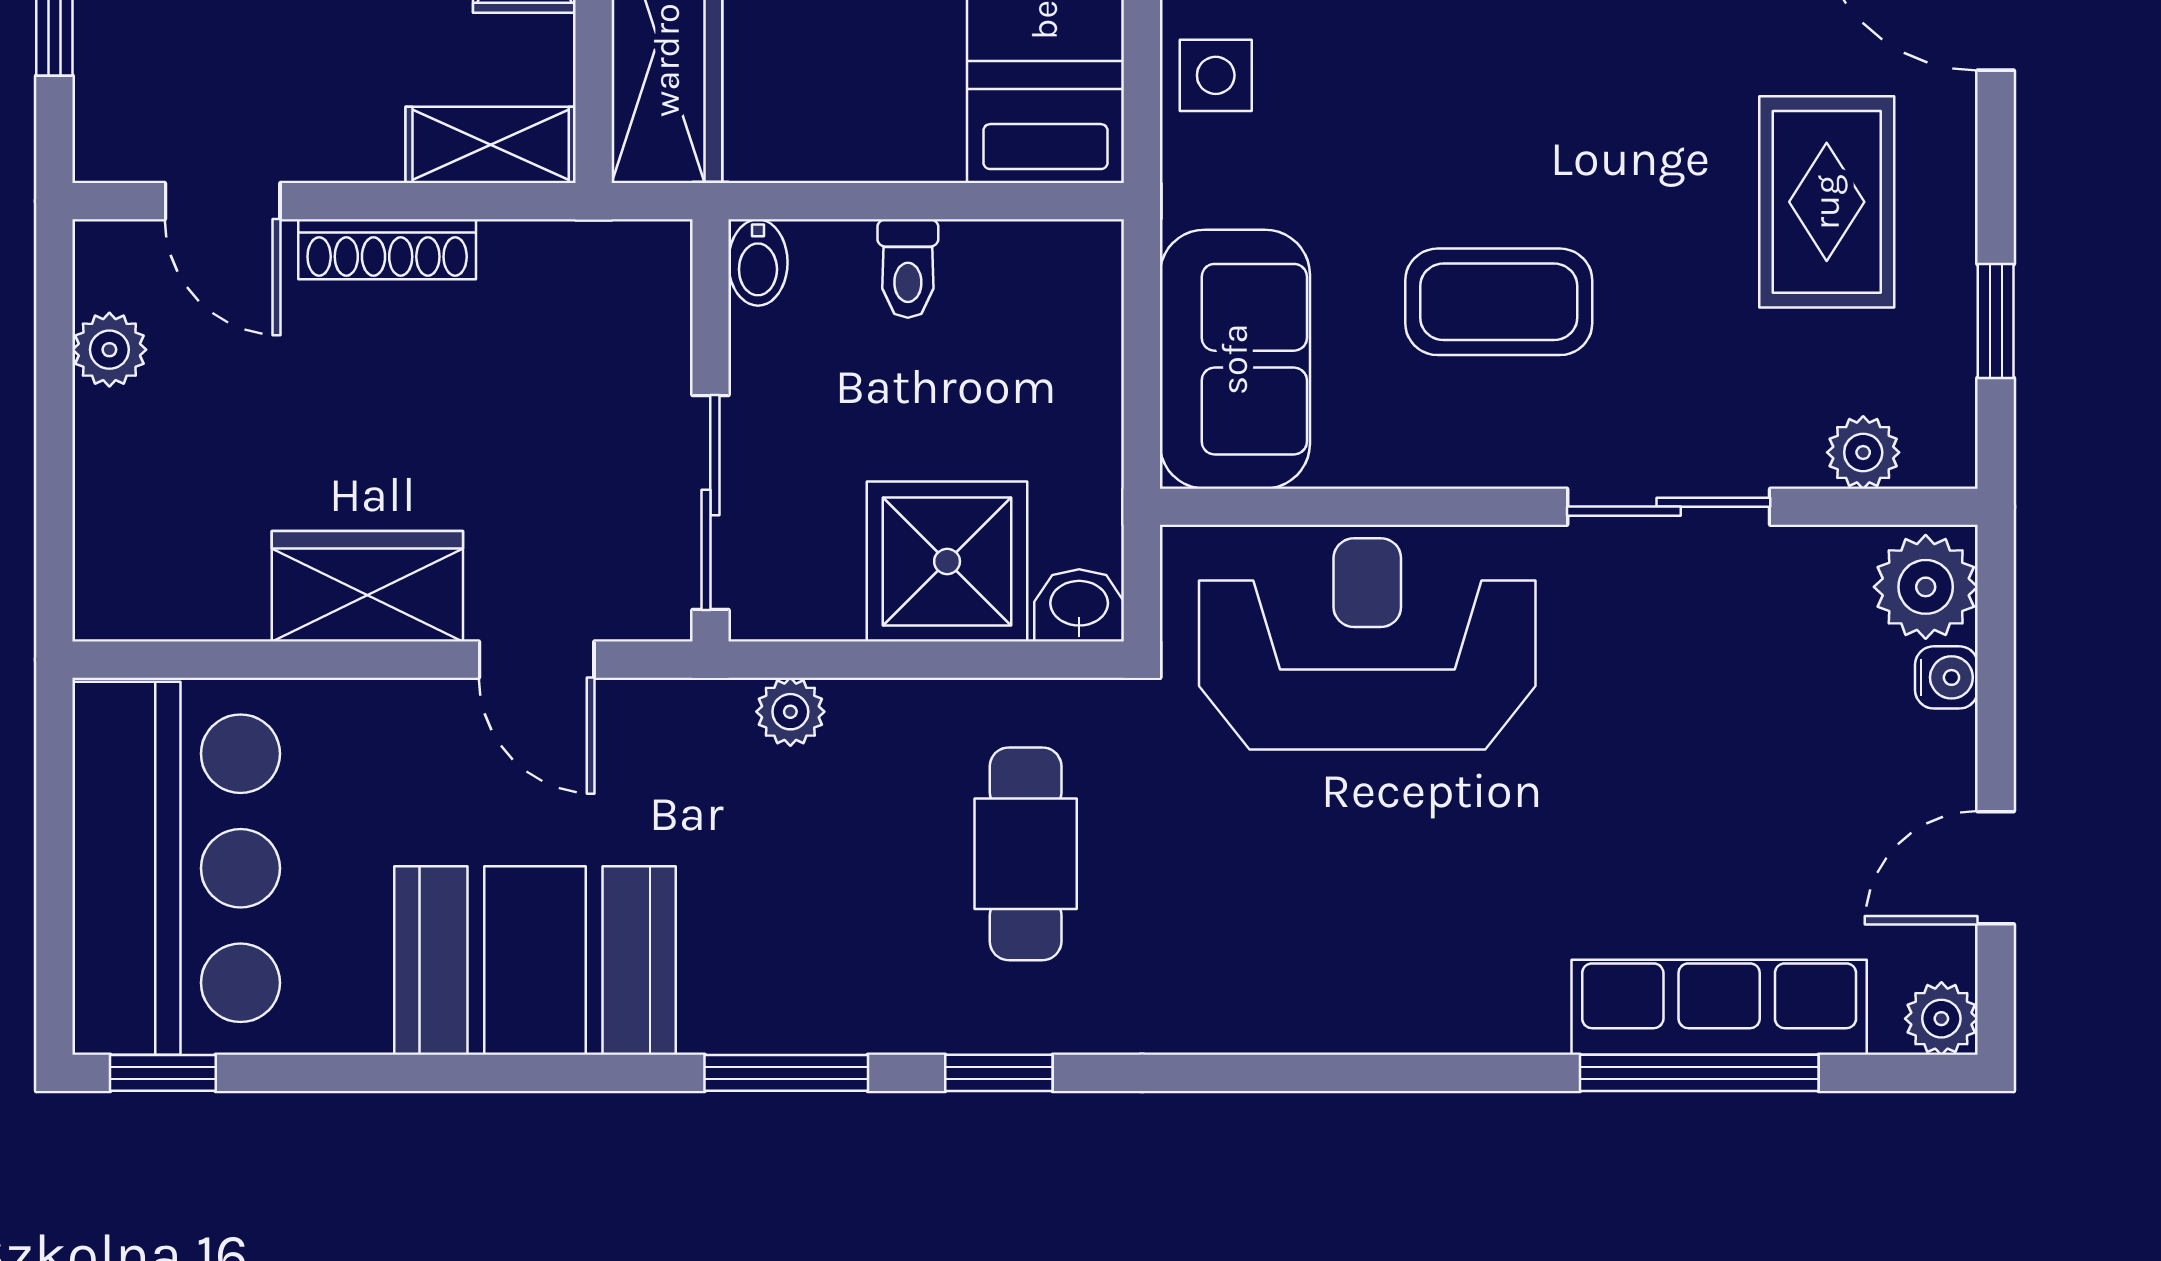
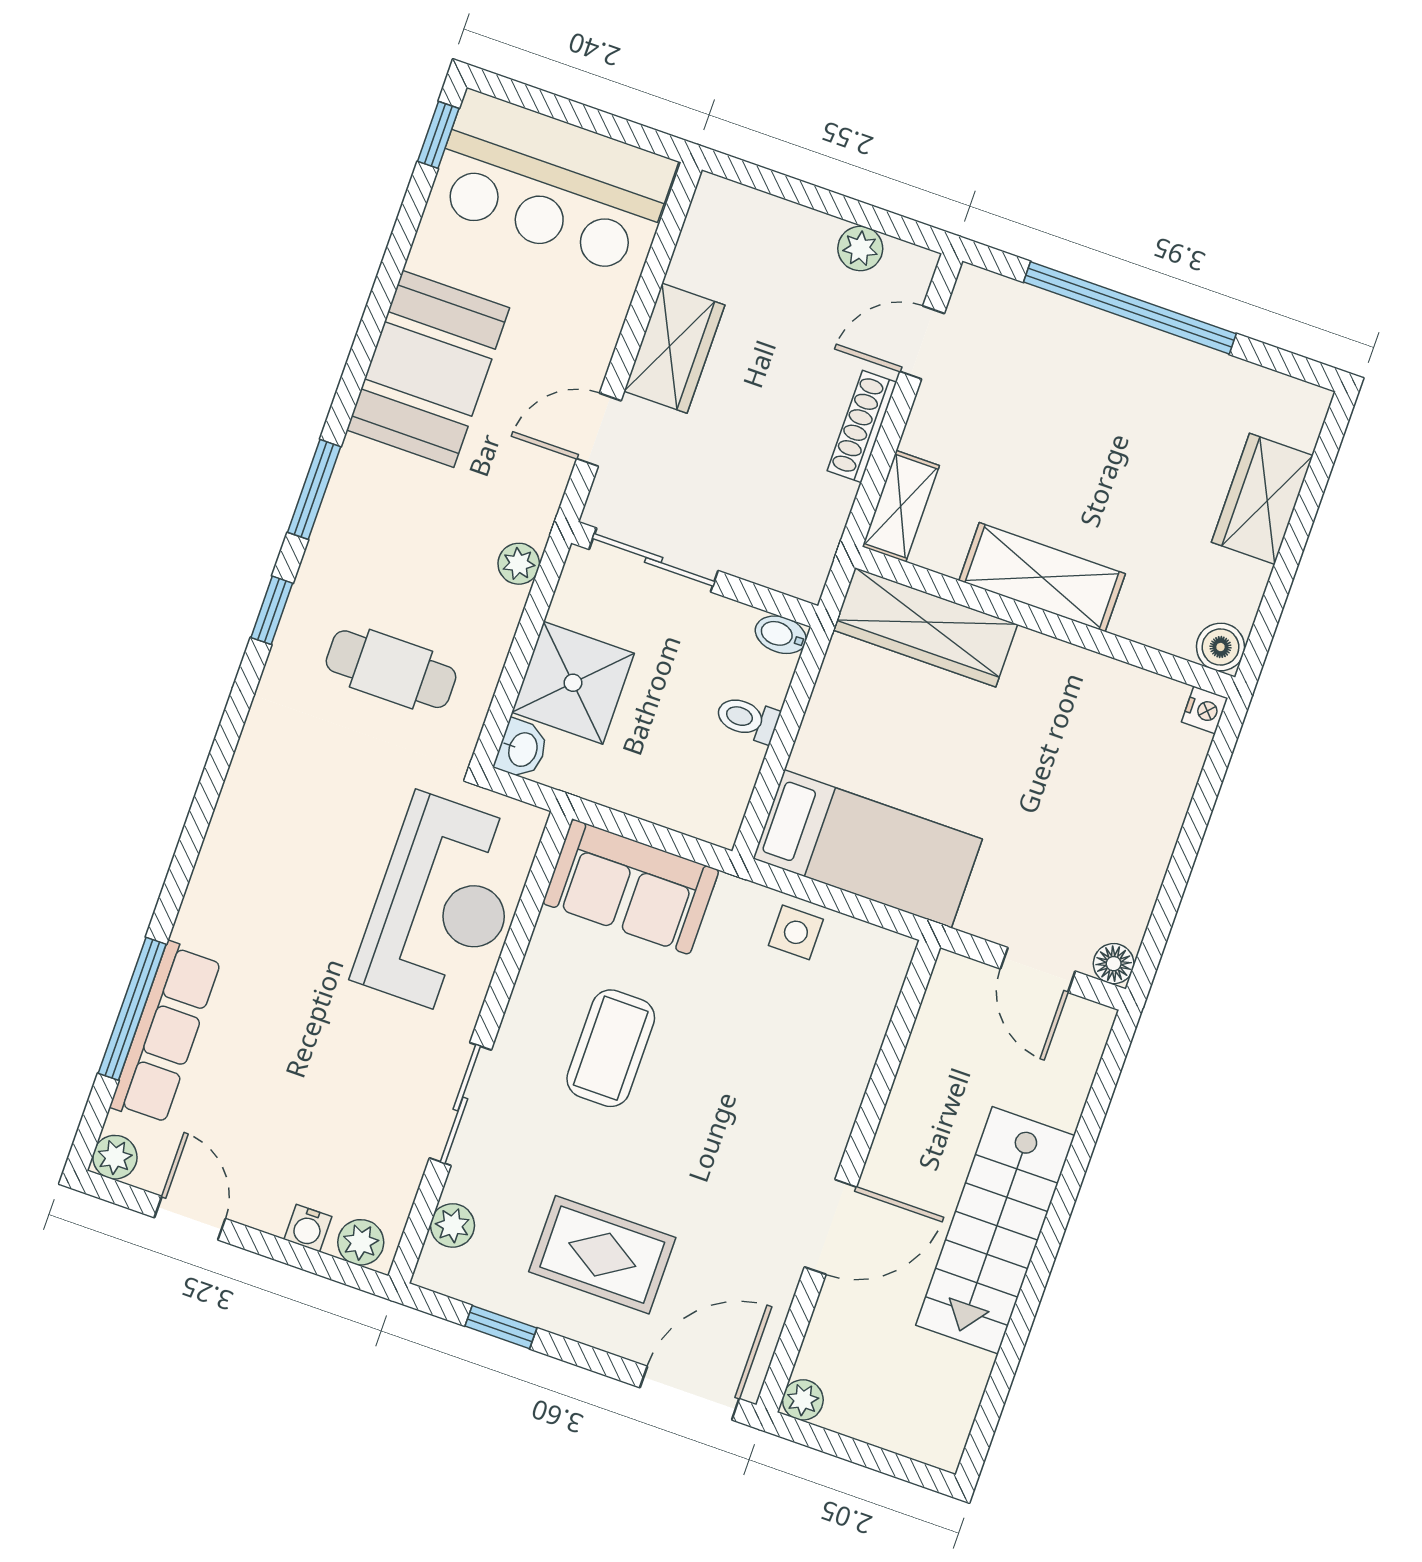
plant: (1926, 587) -> (361, 1242), width x0.73, depth x0.73

